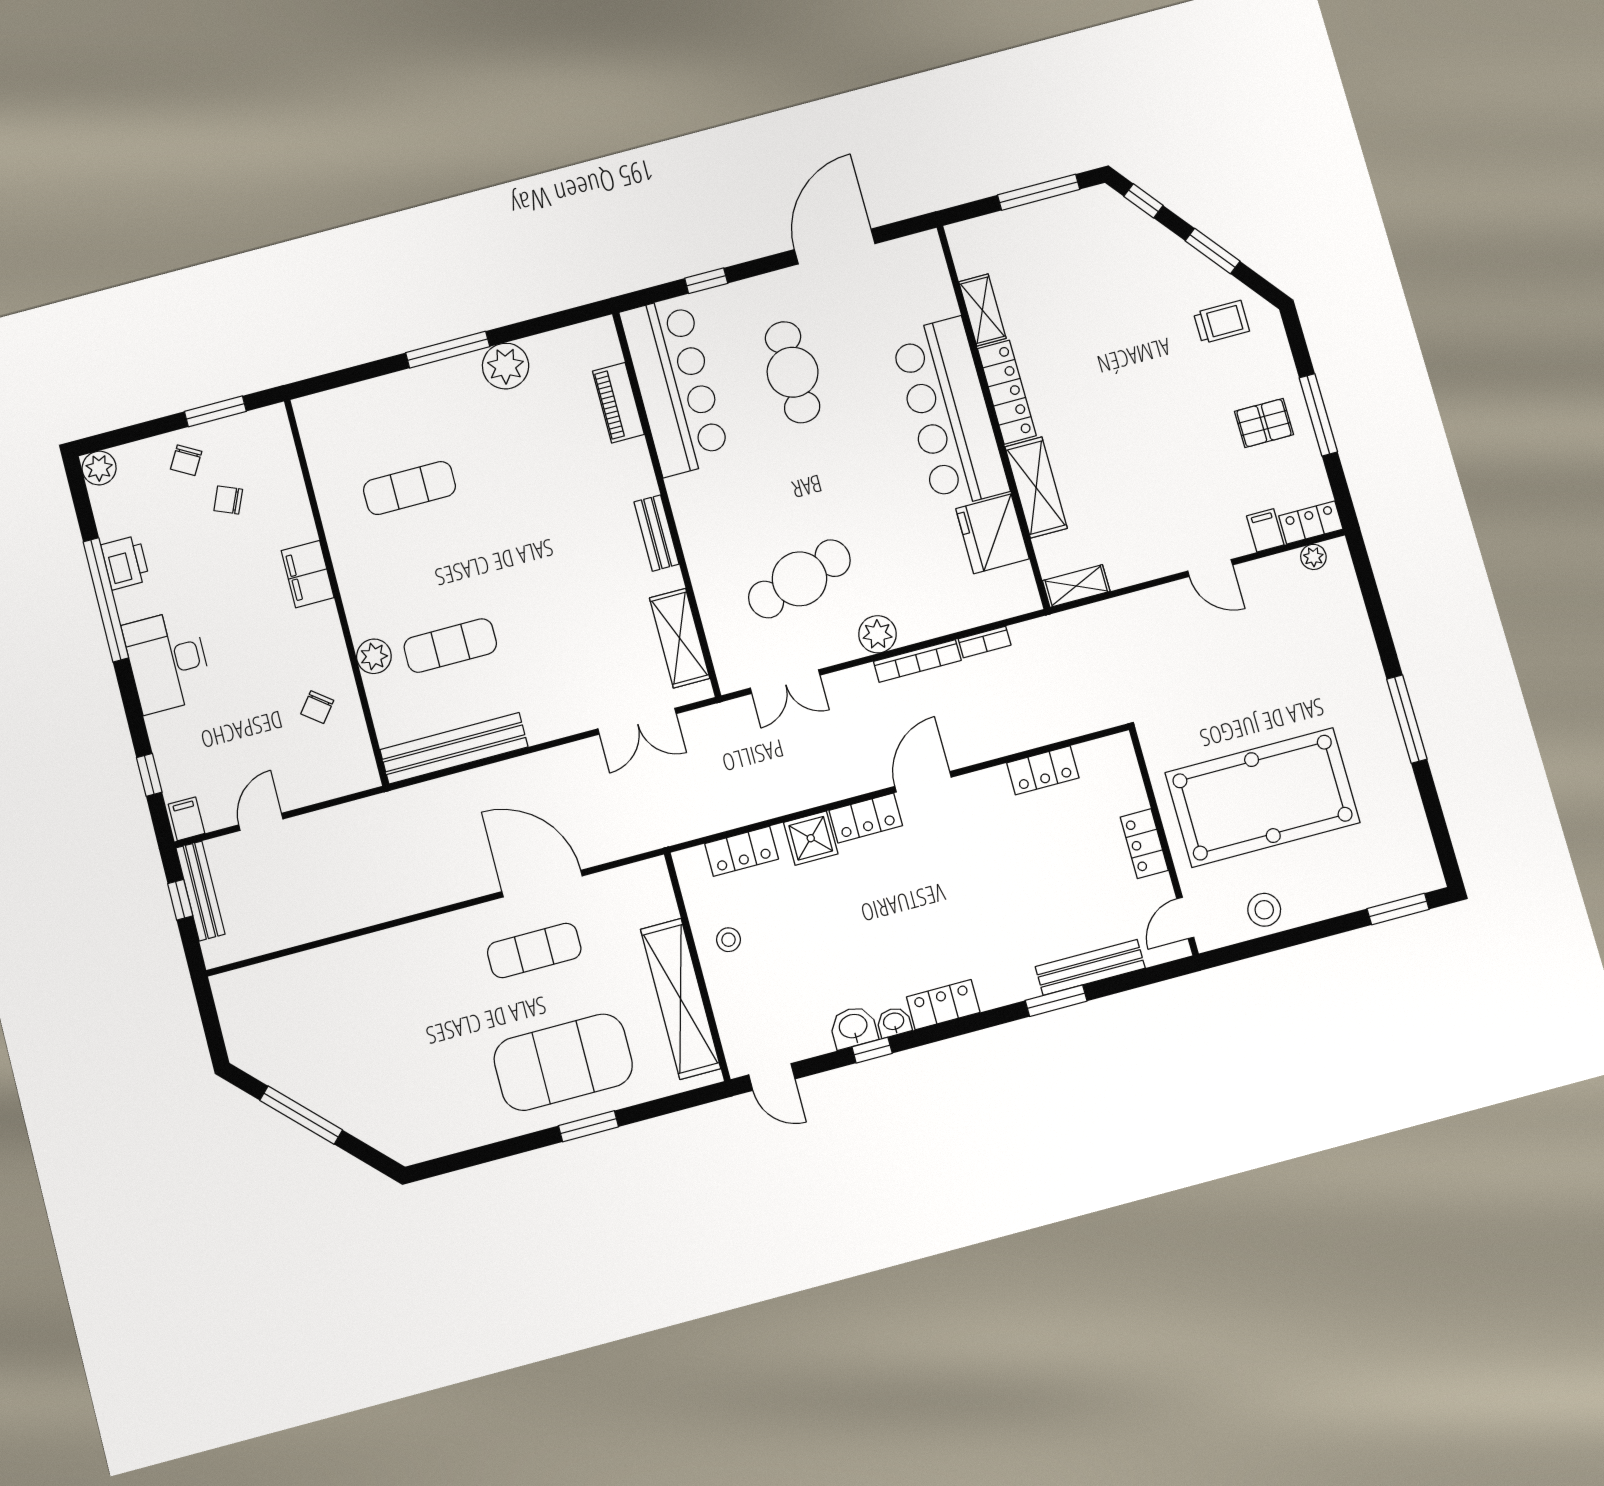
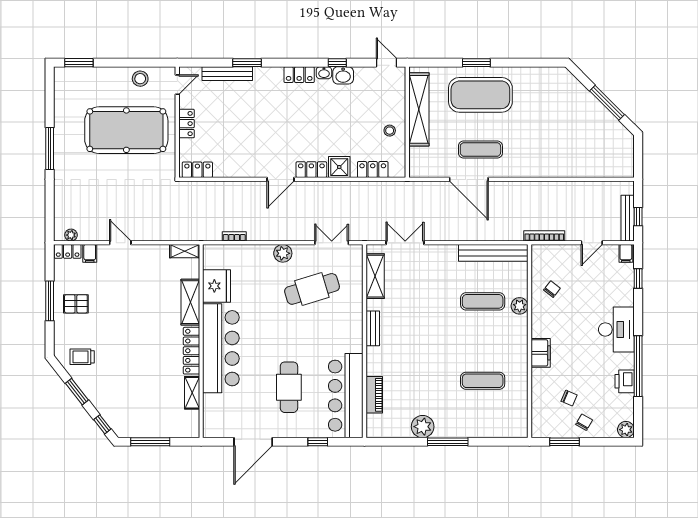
bookcase: (917, 661) -> (544, 236), moved
locker: (1043, 770) -> (197, 170), moved

